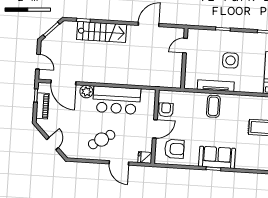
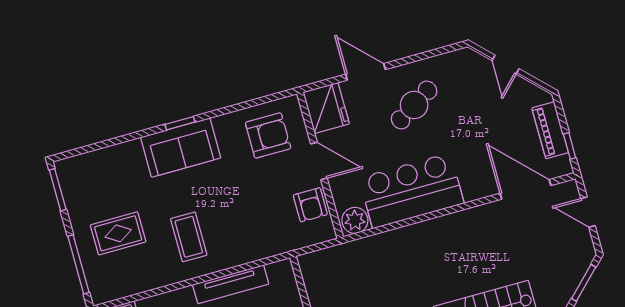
plant: (86, 92) -> (355, 220), moved
coffee table: (213, 106) -> (189, 237), moved
door: (155, 129) -> (319, 161), swing flipped
armchair: (174, 149) -> (268, 135), turned 180
fridge: (145, 157) -> (326, 108), width x1.88, depth x1.34

